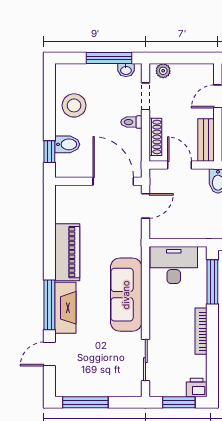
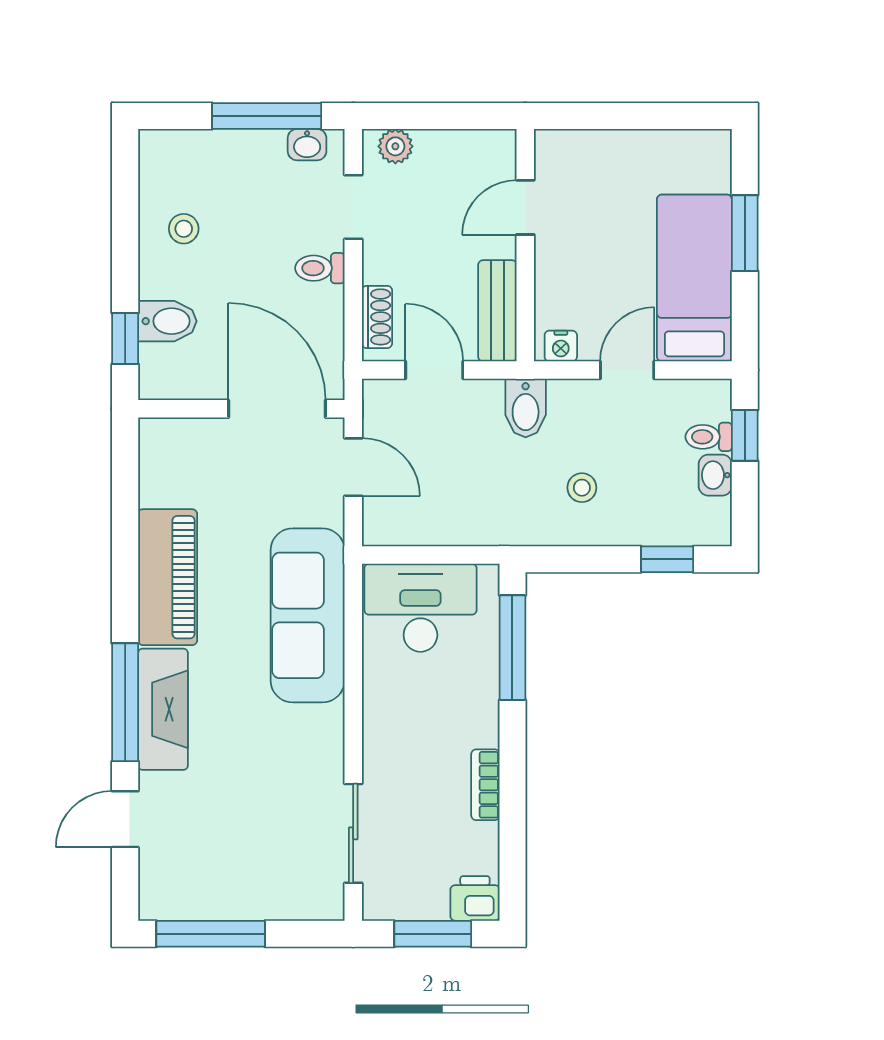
stool: (74, 105) -> (184, 229), width x0.53, depth x0.53
shoe rack: (155, 137) -> (377, 317), width x0.70
door: (145, 206) -> (353, 467), hinge flipped
sofa: (126, 295) -> (308, 615), moved
bookcase: (201, 331) -> (485, 785), width x0.64

